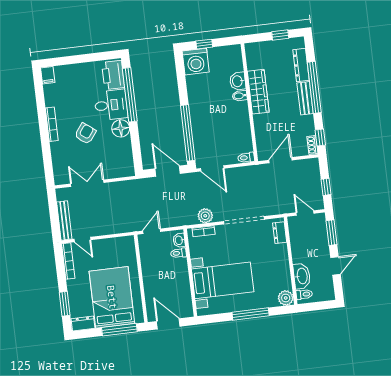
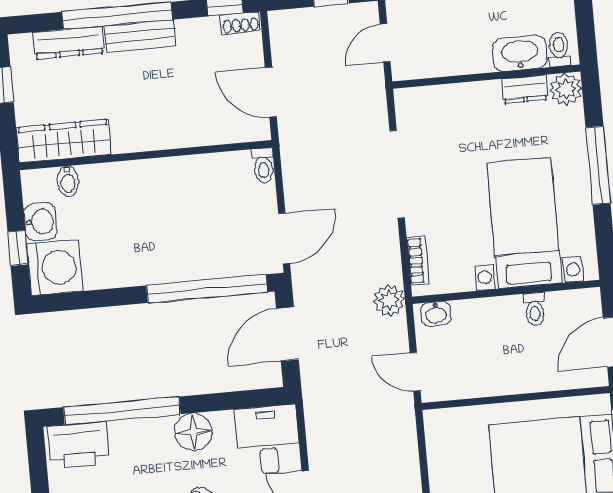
washbasin: (238, 81) -> (40, 222), moved, turned -90
wardrobe: (258, 92) -> (64, 141), moved
bidet: (240, 96) -> (68, 181), moved
desk: (111, 105) -> (268, 440), moved
plant: (205, 216) -> (389, 300), moved
dresser: (280, 233) -> (525, 89), moved
toilet: (178, 253) -> (535, 309), moved

